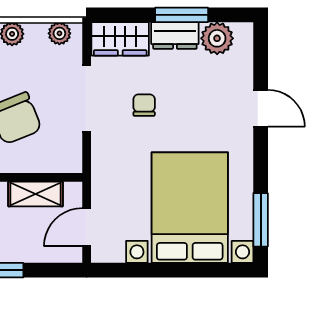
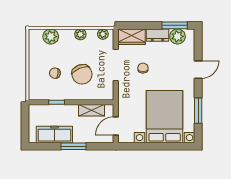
window: (182, 15) -> (175, 25), moved
door: (261, 108) -> (198, 70), hinge flipped
window: (261, 220) -> (198, 111), moved

